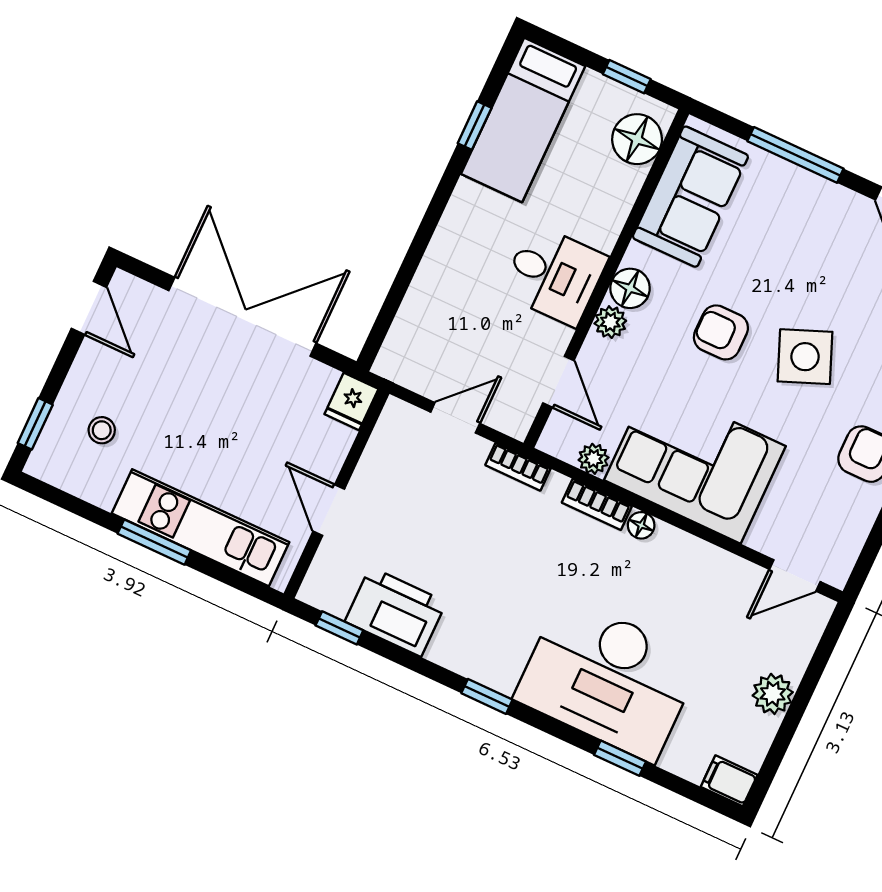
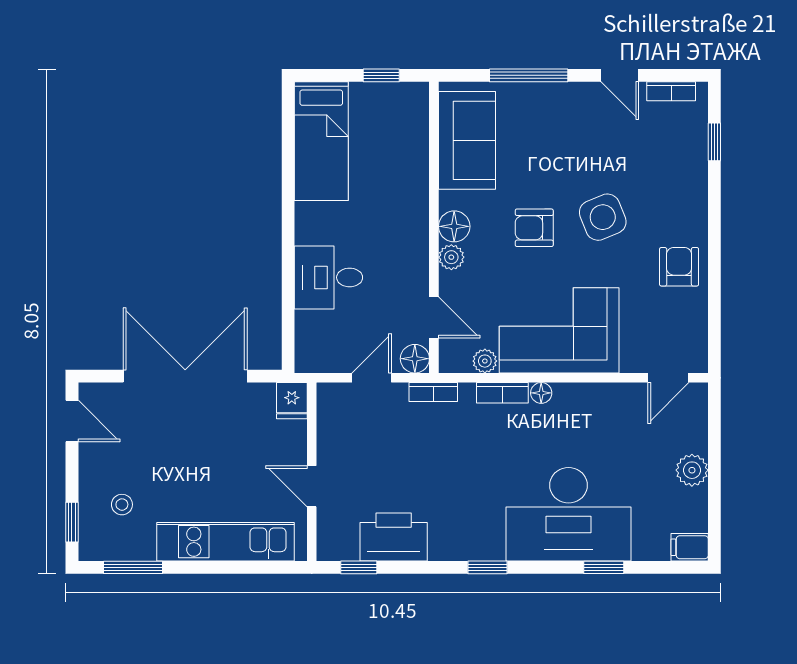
window: (475, 126) -> (288, 161), removed
floor lamp: (637, 139) -> (415, 359), moved, width x0.73, depth x0.73
desk: (554, 275) -> (328, 277), moved, turned 180
window: (154, 542) -> (133, 567), moved

